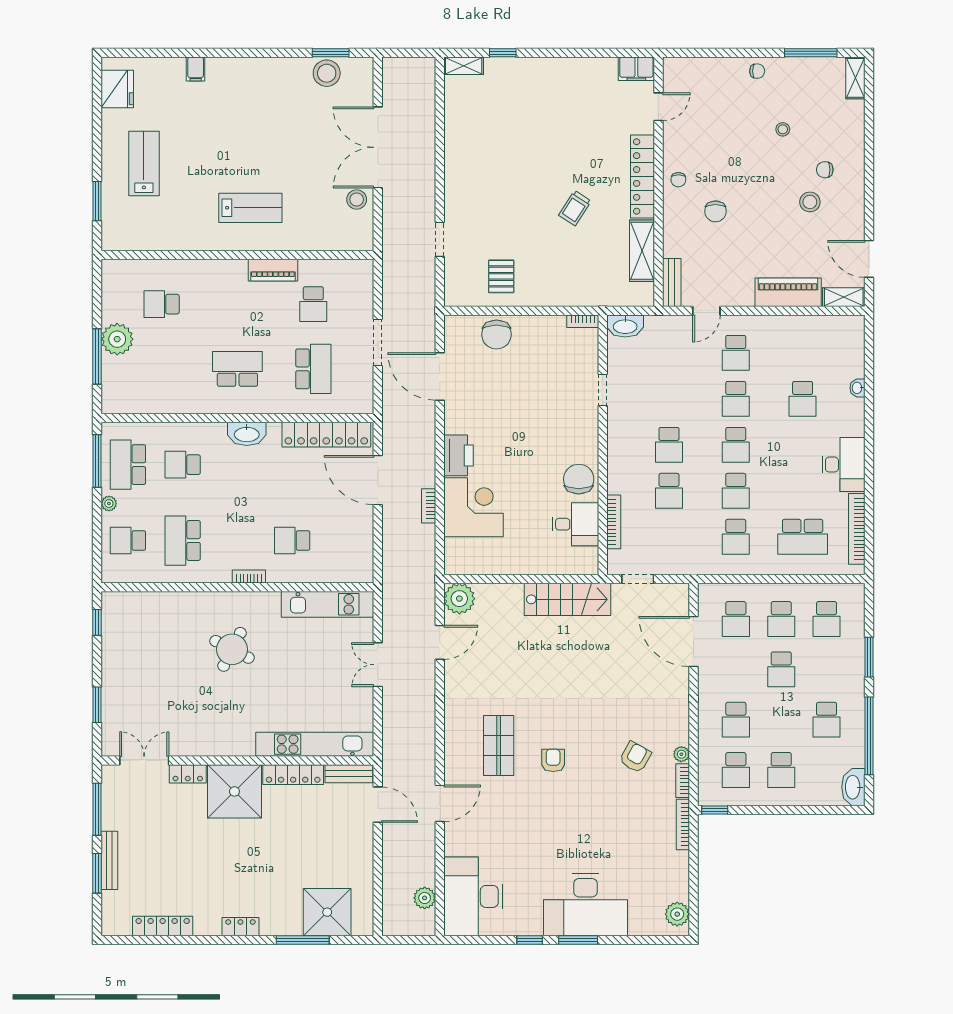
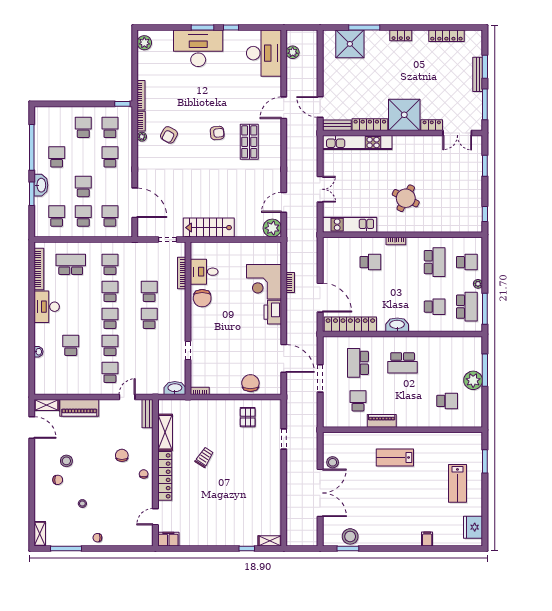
armchair: (553, 760) -> (217, 133), turned -96
washbasin: (853, 787) -> (41, 185), moved

